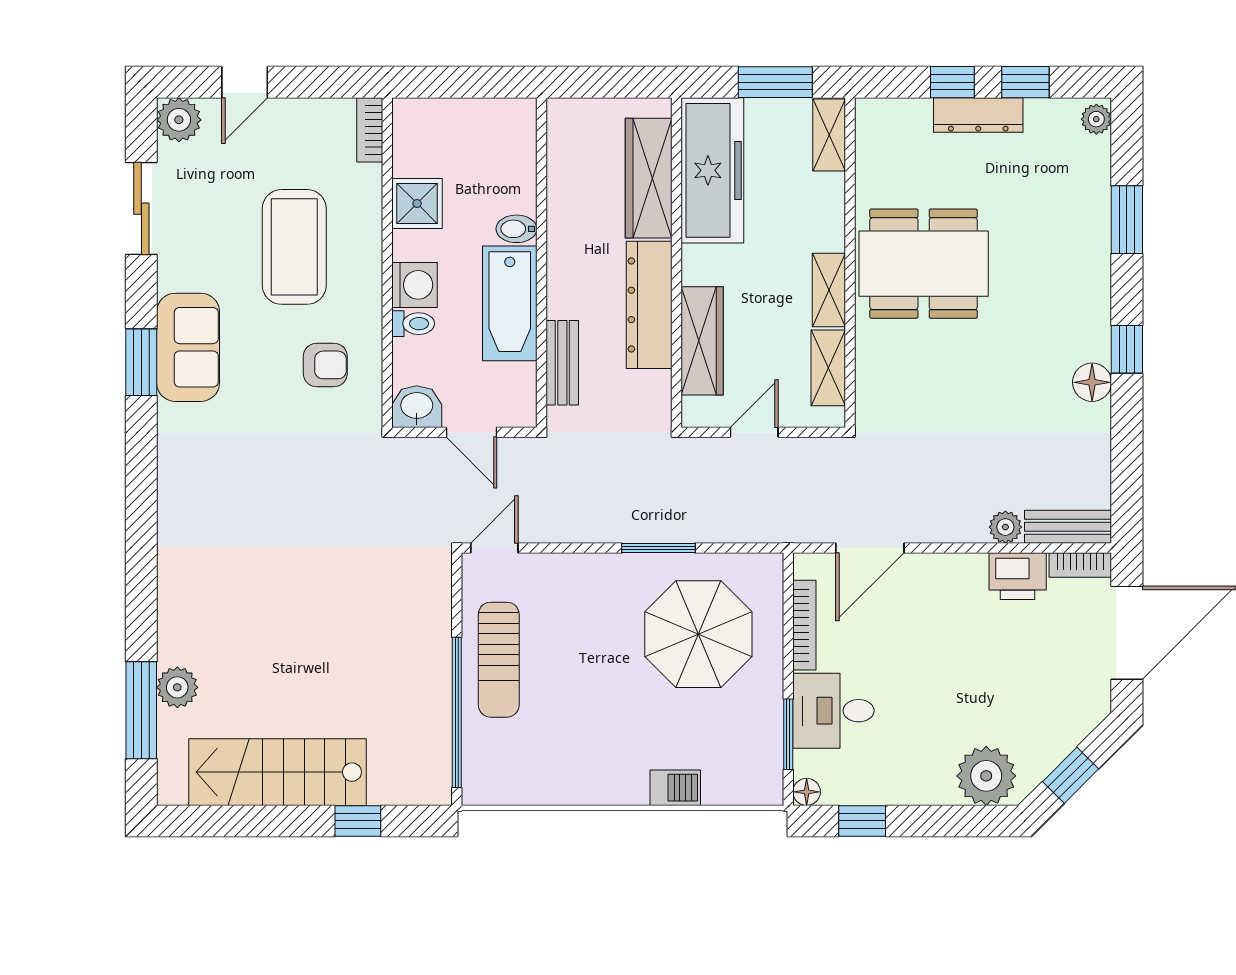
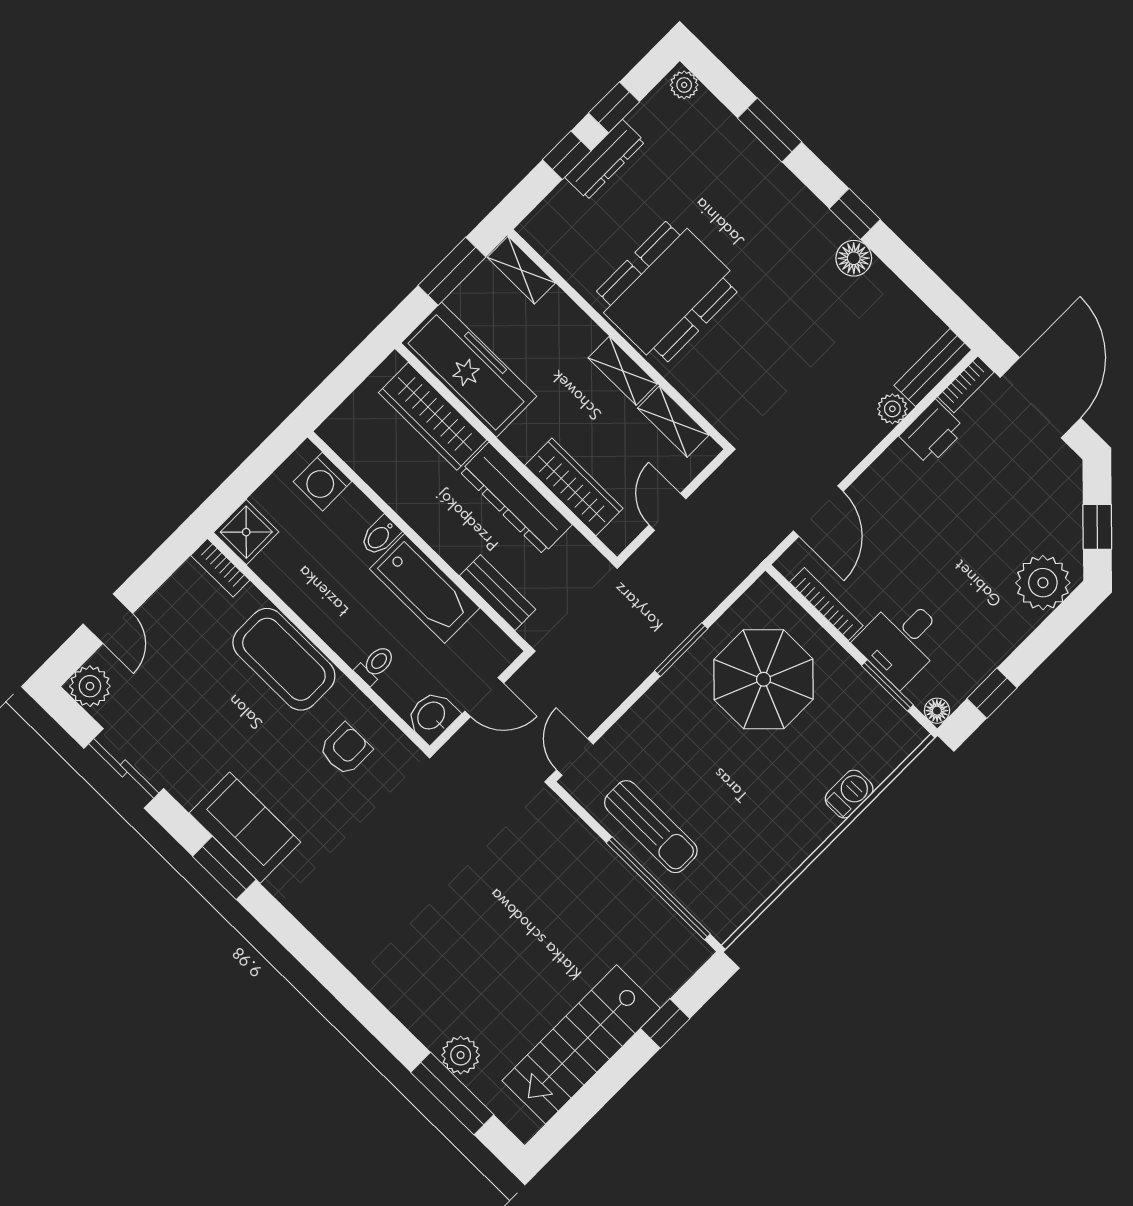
shower: (417, 203) -> (246, 532), moved
coffee table: (294, 247) -> (284, 659), moved
washing machine: (415, 285) -> (323, 482), moved, turned 180

